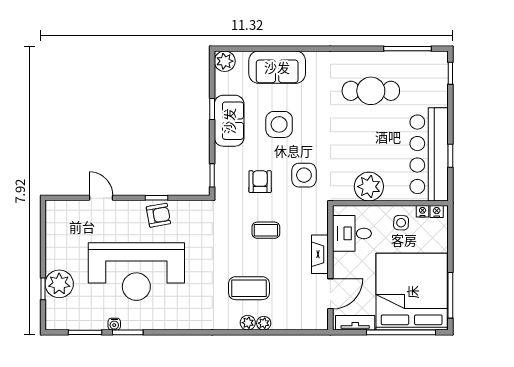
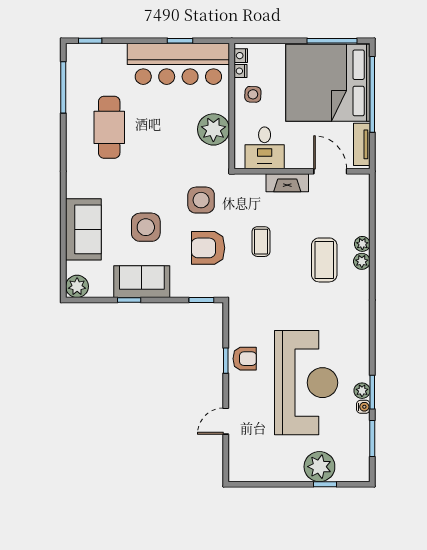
armchair: (260, 182) -> (208, 248), width x1.38, depth x1.38
armchair: (158, 215) -> (245, 359), turned 100
plant: (129, 323) -> (362, 391), added

